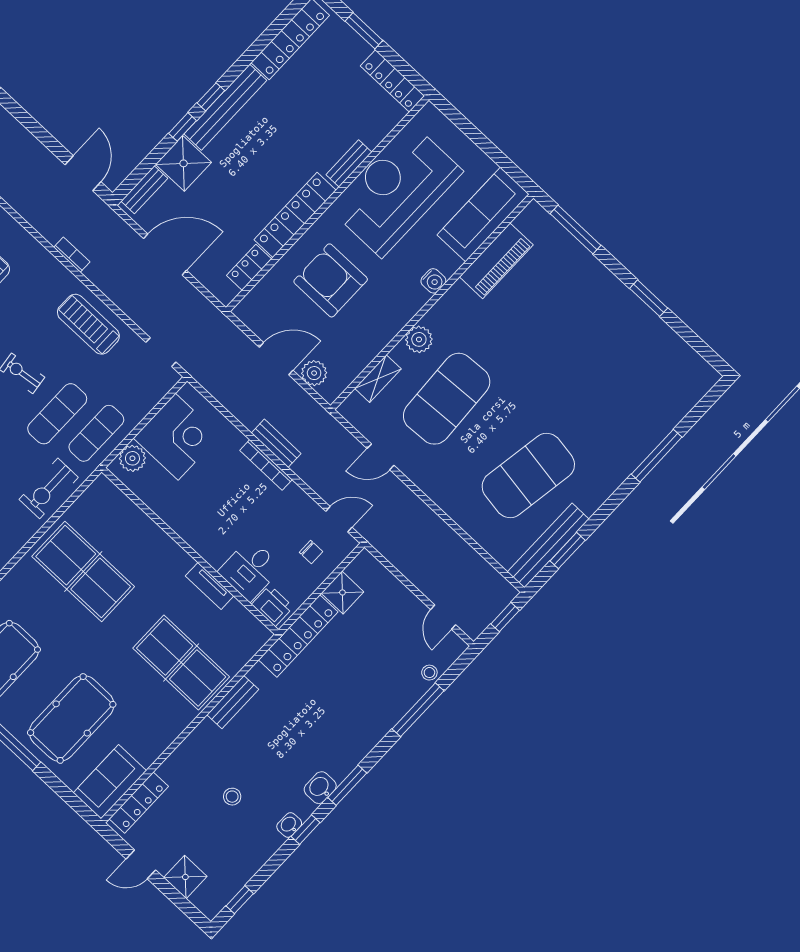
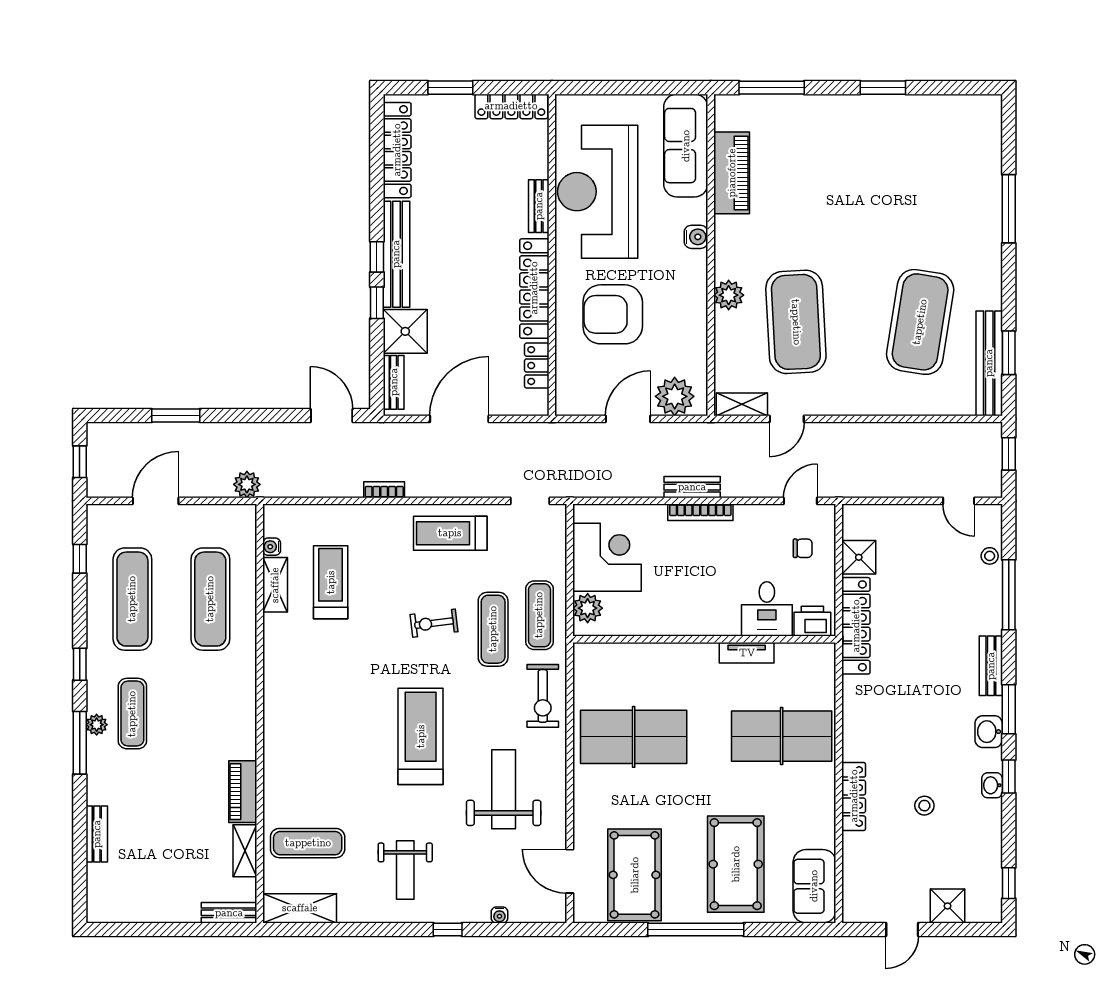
plant: (314, 373) -> (675, 396), width x1.36, depth x1.36
shelving: (378, 379) -> (742, 404), moved, turned 90
bench: (233, 702) -> (991, 666), moved
locker: (139, 803) -> (854, 796), moved

